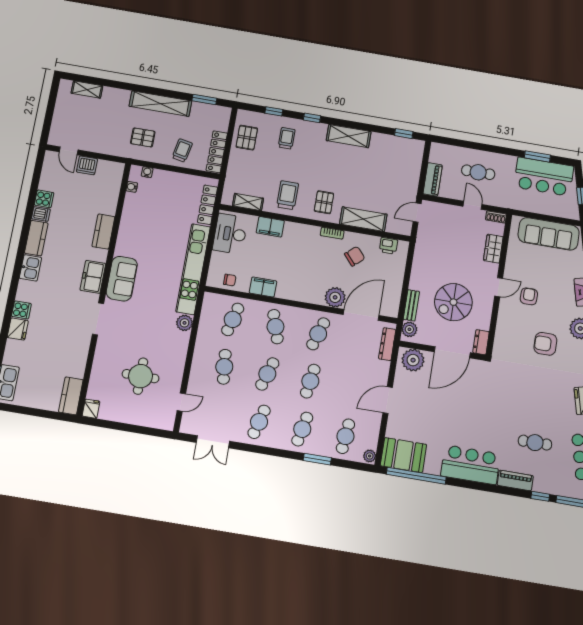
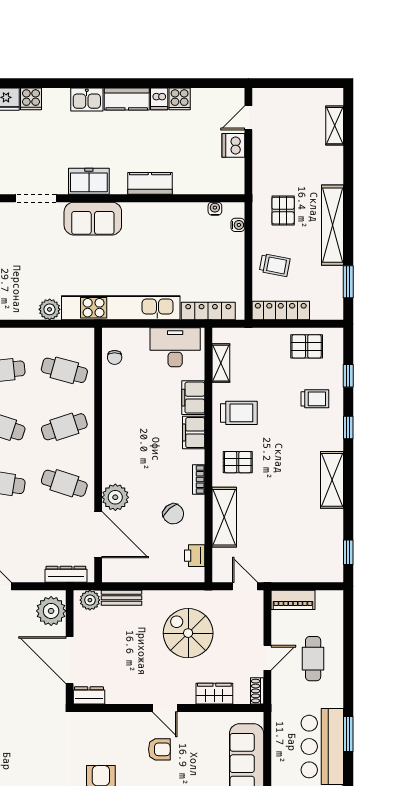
filing cabinet: (263, 287) -> (194, 433), moved, turned 180
spiral stairs: (453, 302) -> (188, 633), moved

